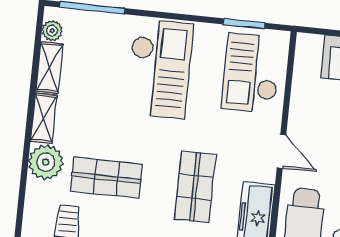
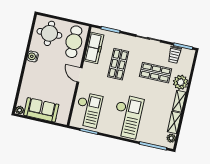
checkout: (160, 69) -> (127, 116), turned 180

